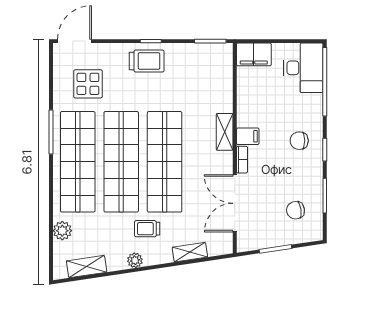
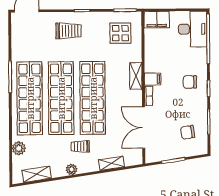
trolley: (147, 61) -> (69, 31), moved
display table: (88, 84) -> (120, 33), moved

